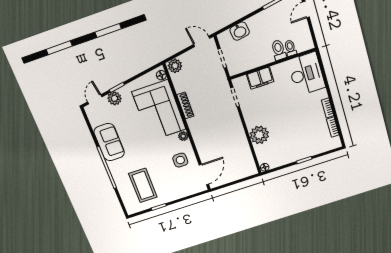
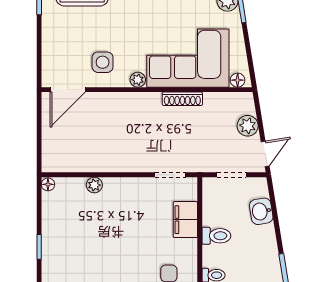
toilet: (279, 50) -> (216, 236), moved
plant: (175, 66) -> (248, 126), moved
plant: (259, 135) -> (94, 185), width x0.53, depth x0.53
door: (204, 175) -> (68, 90), hinge flipped

